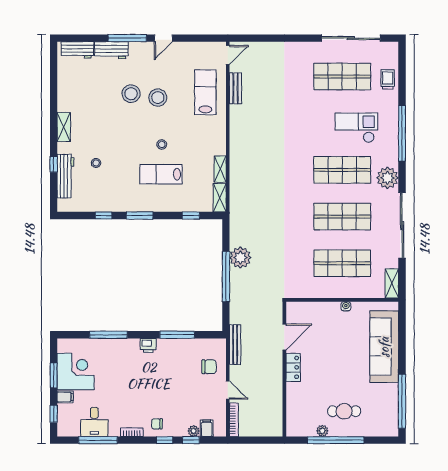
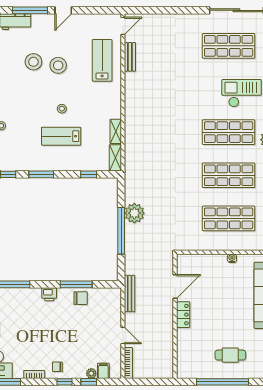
chair: (209, 367) -> (81, 298), moved
plant: (322, 431) -> (210, 373), removed

